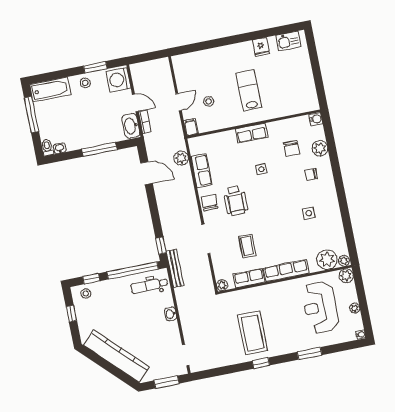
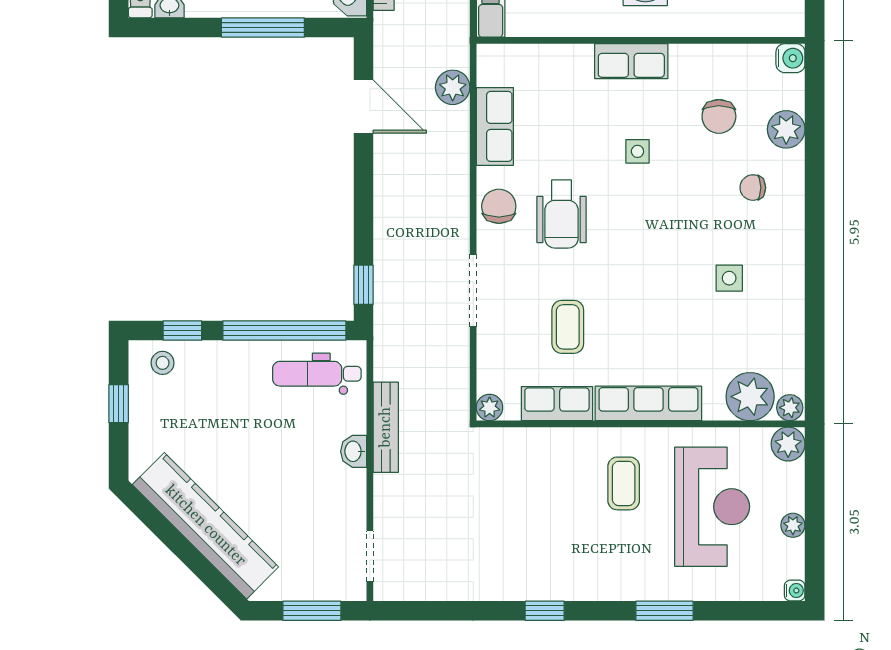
bench: (175, 268) -> (386, 427), moved
reception desk: (320, 307) -> (712, 507), turned 180
coffee table: (253, 333) -> (624, 483), moved, width x0.54, depth x0.58

